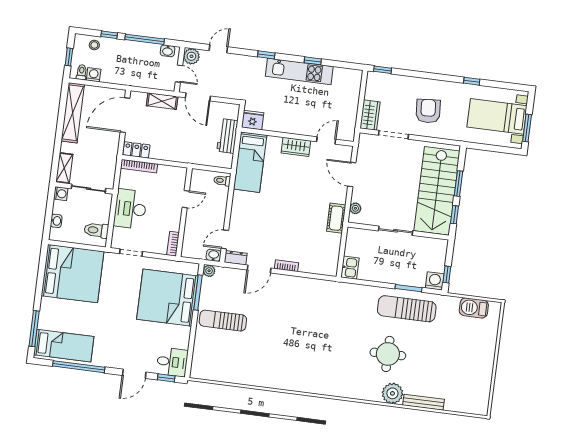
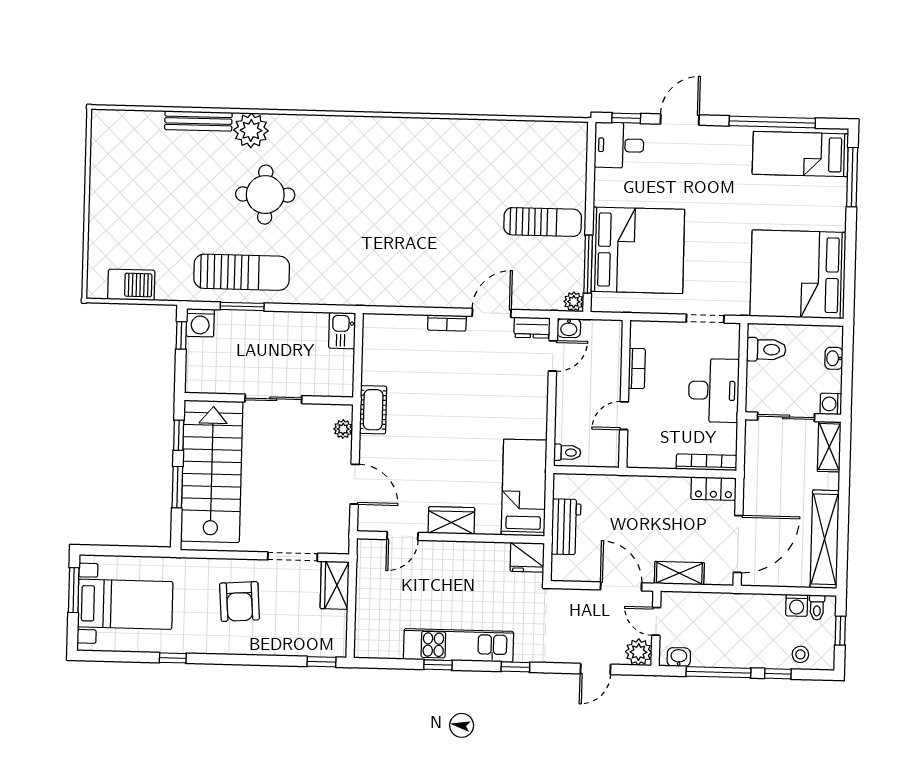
bookcase: (173, 244) -> (637, 369), moved

